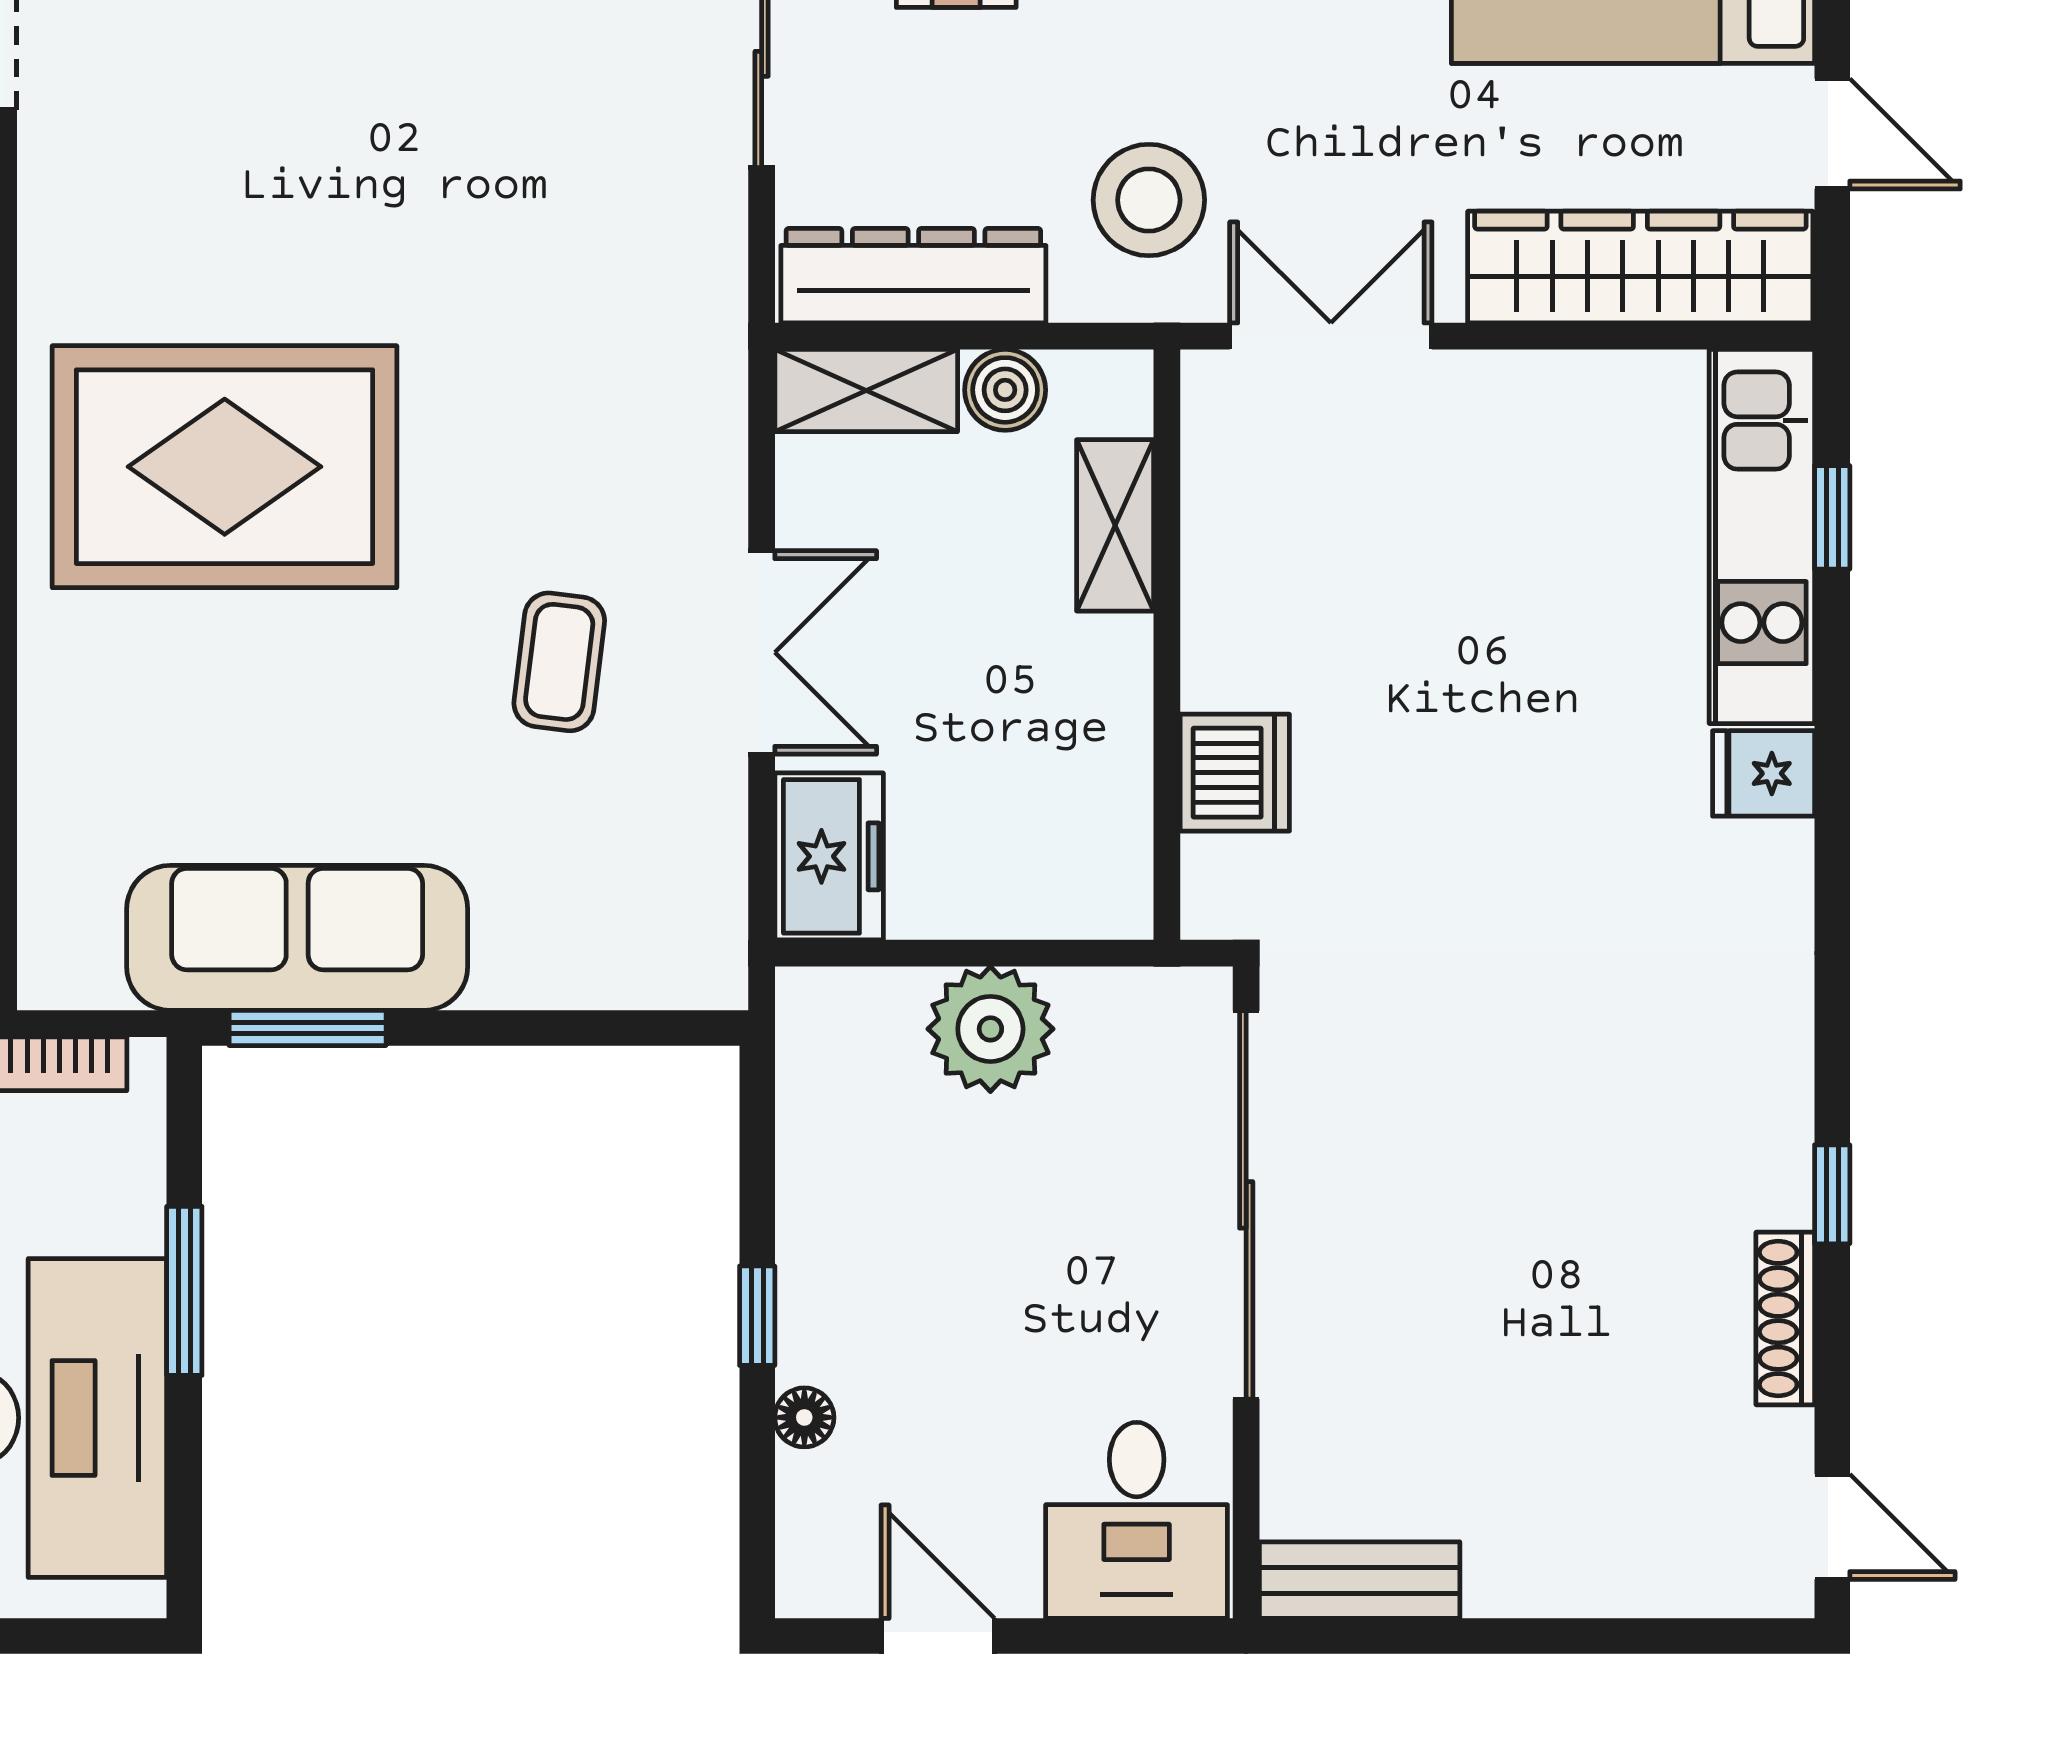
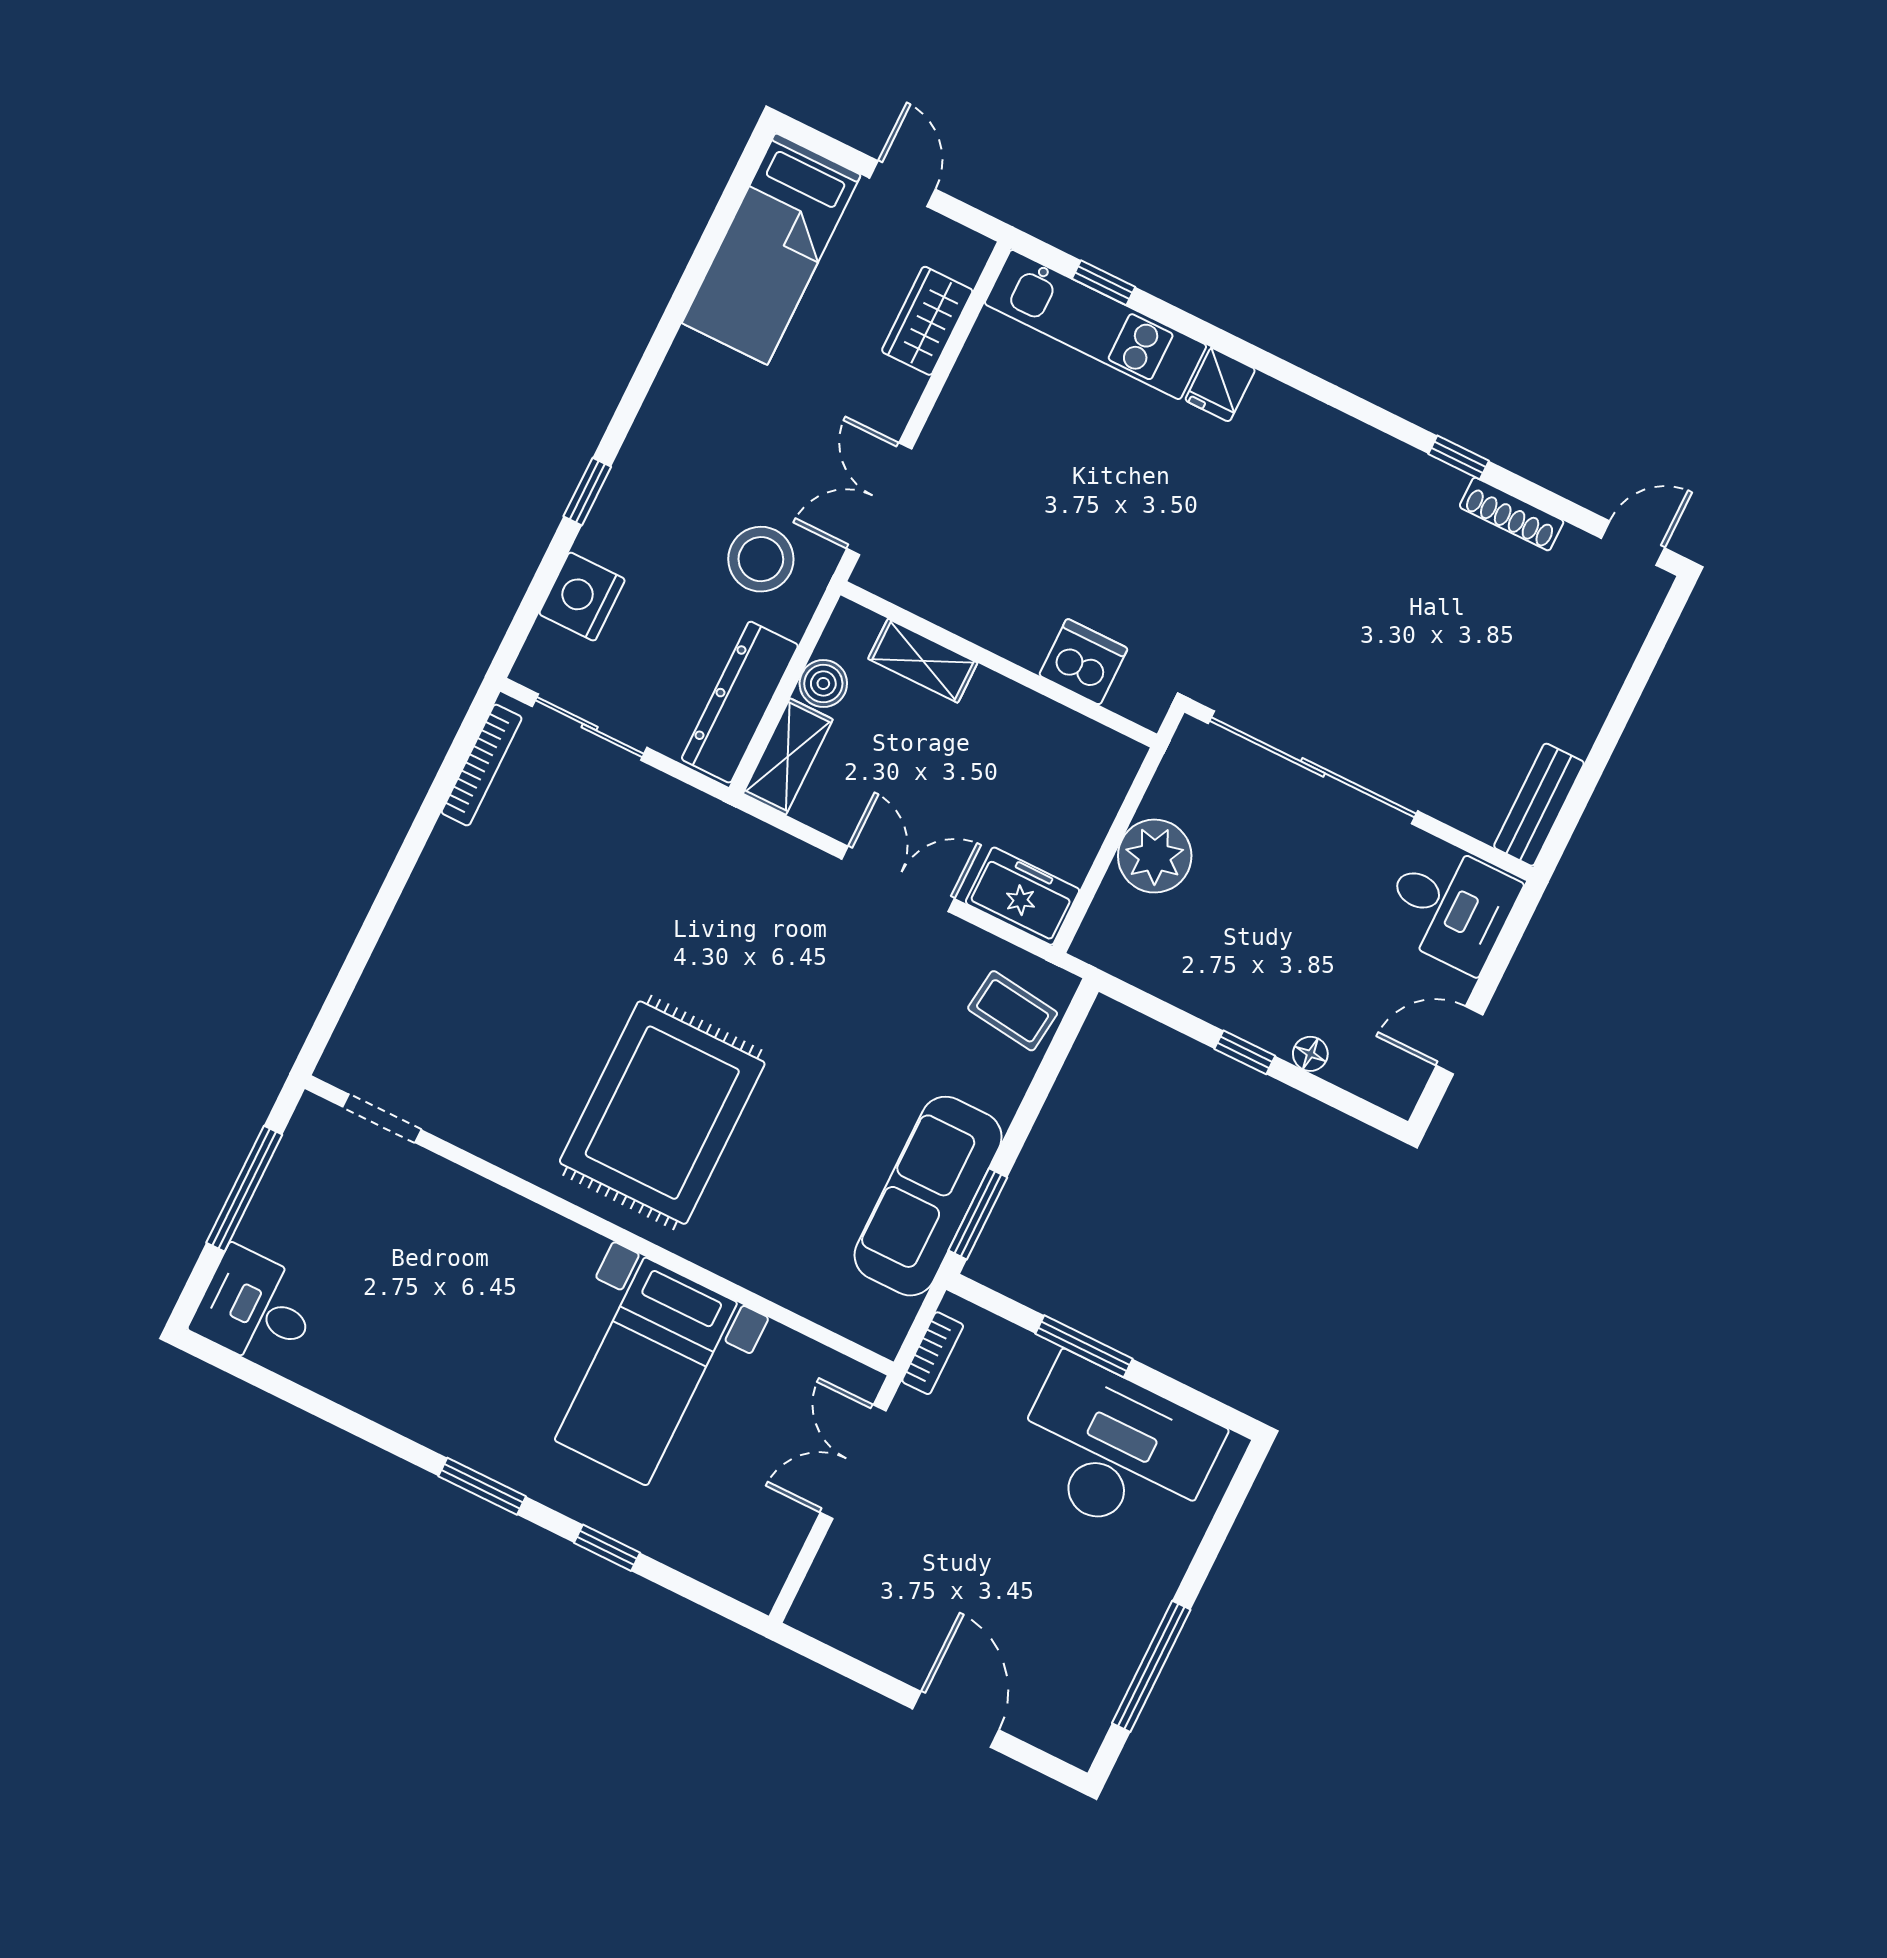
door: (1832, 134) -> (902, 184), hinge flipped
wardrobe: (1640, 267) -> (927, 321), width x0.48, depth x0.85
coffee table: (559, 662) -> (1013, 1011), moved

